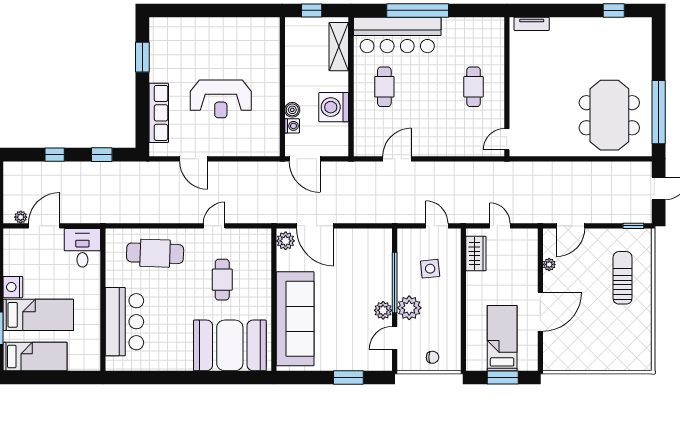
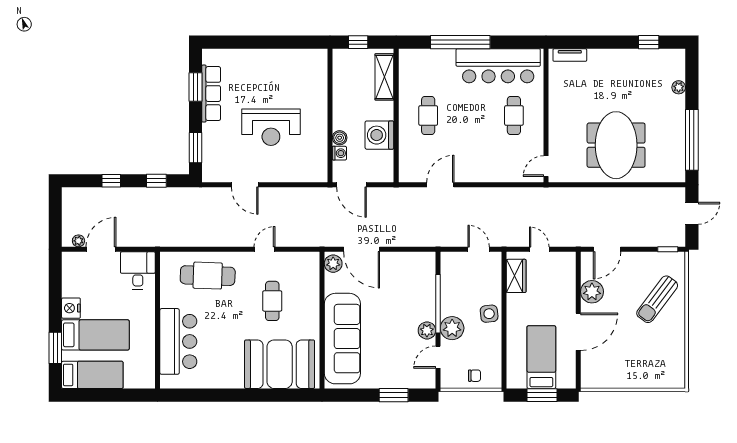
bar counter: (397, 35) -> (498, 66), moved
plant: (645, 57) -> (679, 87), added
row of seats: (159, 113) -> (211, 94), moved
meeting table: (609, 115) -> (616, 145), moved
window: (142, 120) -> (195, 148), added
plant: (549, 264) -> (592, 292), width x1.87, depth x1.87
side table: (430, 269) -> (489, 314), moved
sun lounger: (623, 278) -> (657, 299), turned -143

